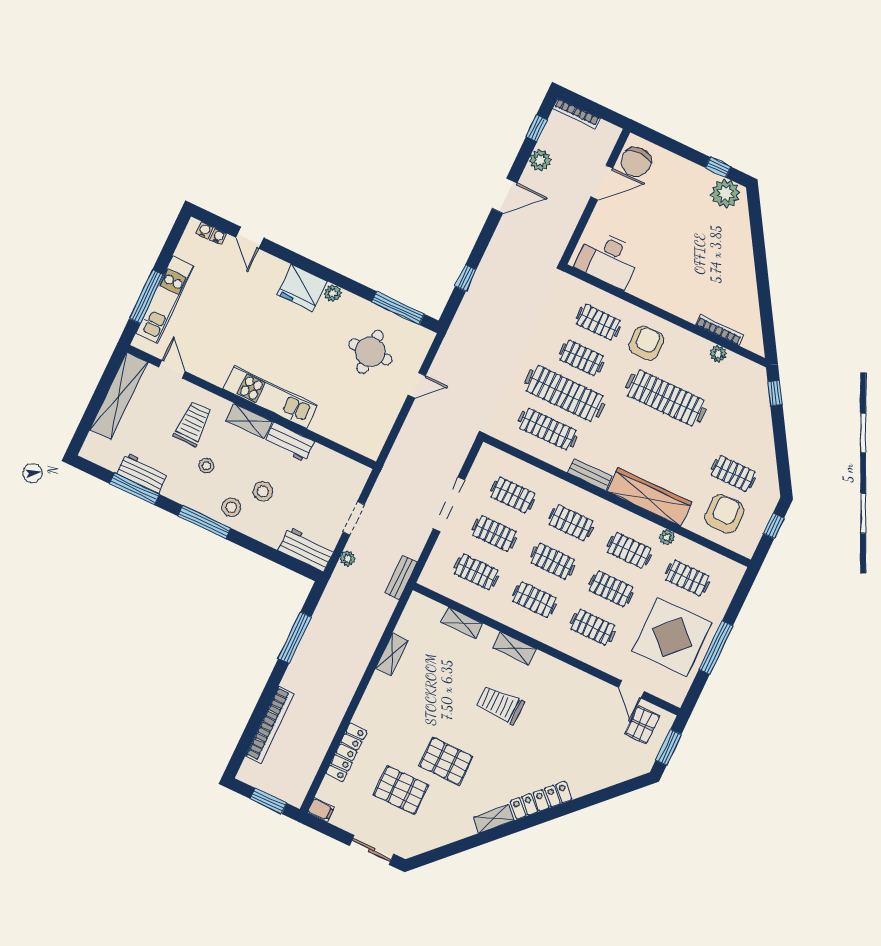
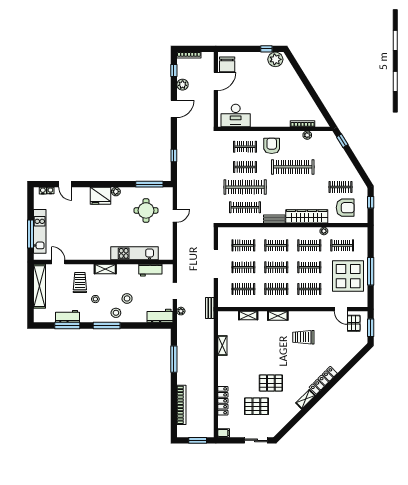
kitchen unit: (270, 397) -> (134, 253), moved
workbench: (289, 442) -> (150, 270), moved
armchair: (724, 514) -> (345, 208), turned 90
trolley: (500, 704) -> (303, 337), moved

